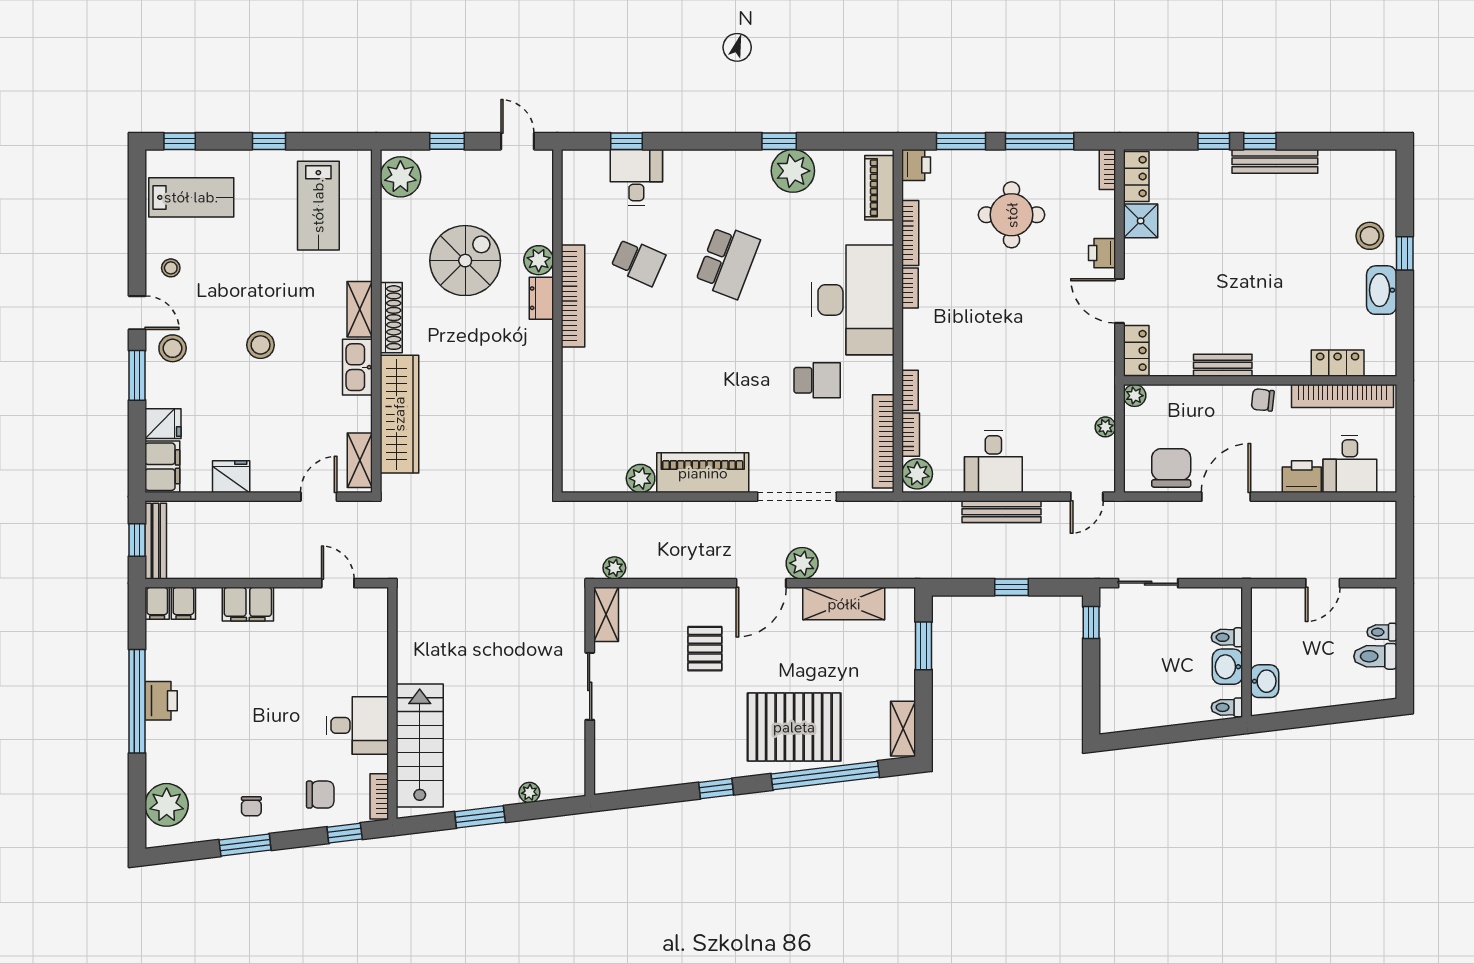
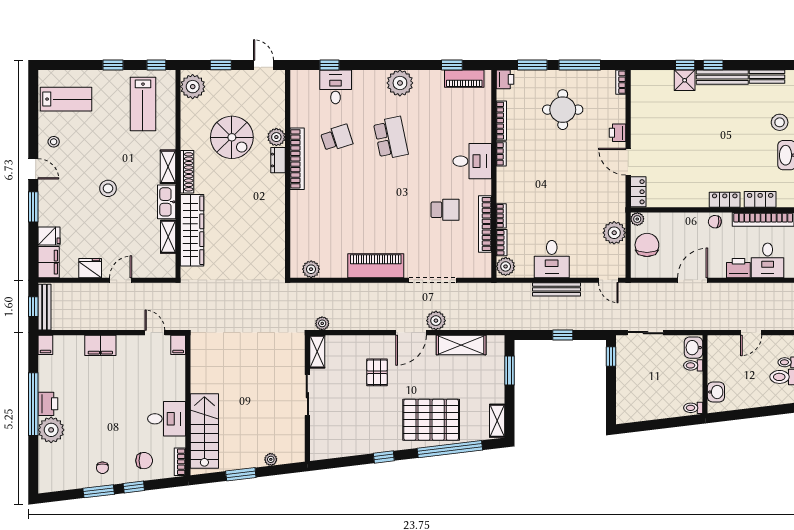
window: (180, 141) -> (156, 65), moved
window: (779, 141) -> (452, 65), moved
plant: (793, 171) -> (400, 83), moved
locker: (1136, 176) -> (725, 200), moved, turned -90
piano: (879, 188) -> (464, 79), moved, turned -90
shower: (1141, 221) -> (685, 80), moved
spiral stairs: (465, 261) -> (232, 137), turned 90
school desk: (638, 262) -> (337, 138), turned -42
school desk: (728, 262) -> (391, 138), turned -33
desk: (853, 300) -> (472, 161), width x0.53, depth x0.77
stool: (173, 348) -> (55, 190), removed
bench: (1223, 365) -> (767, 77), moved
plant: (1105, 427) -> (614, 233), width x1.87, depth x1.87
bookcase: (883, 441) -> (485, 224), moved
shelving: (360, 460) -> (168, 237), moved
chair: (1171, 468) -> (647, 245), moved
plant: (641, 478) -> (311, 269), moved
door: (319, 497) -> (121, 280), moved
door: (1087, 497) -> (608, 280), hinge flipped
filing cabinet: (183, 603) -> (178, 345), moved
washbasin: (1227, 667) -> (693, 348), moved
plant: (167, 805) -> (51, 430), moved
window: (345, 833) -> (134, 487), moved

